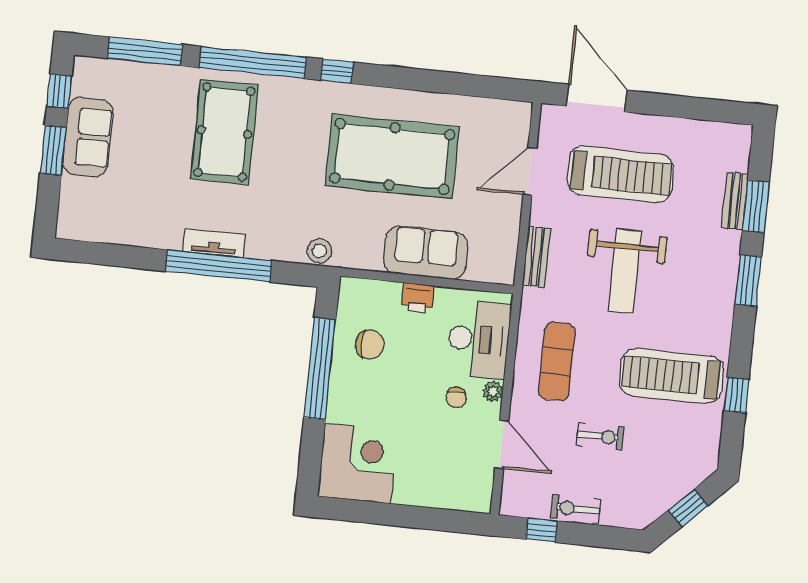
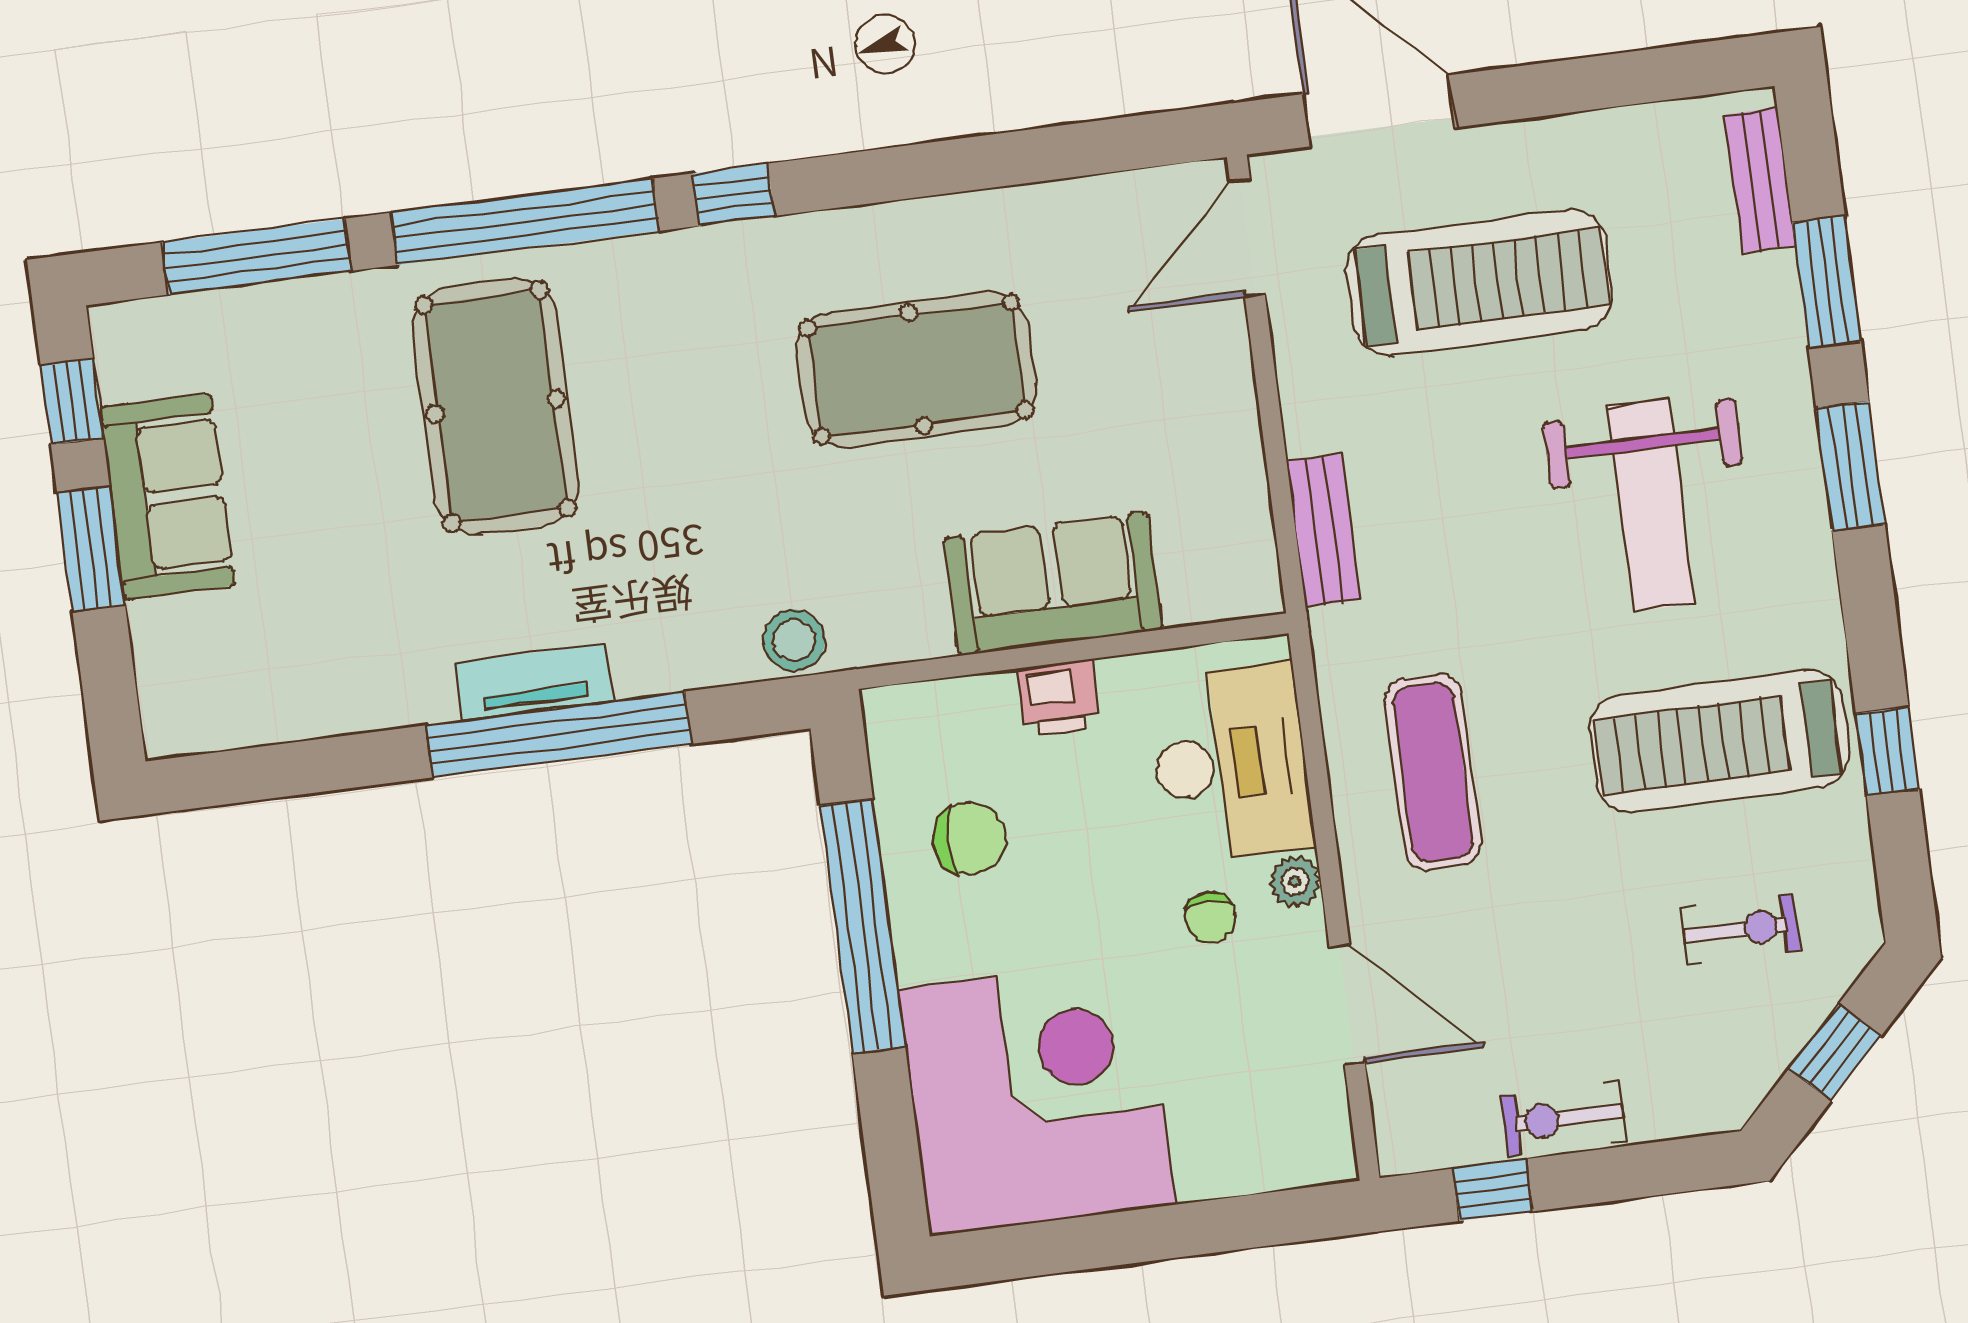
pool table: (392, 156) -> (916, 369), width x0.73, depth x0.76
door: (530, 172) -> (1247, 238), moved
bench: (735, 201) -> (1760, 180), moved
weight bench: (625, 271) -> (1651, 505), moved
exercise bike: (600, 436) -> (1740, 929), moved
corner desk: (358, 464) -> (1037, 1097), width x1.36, depth x1.36

